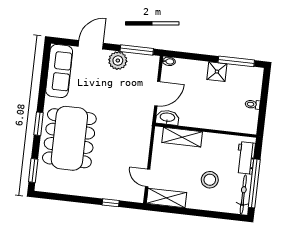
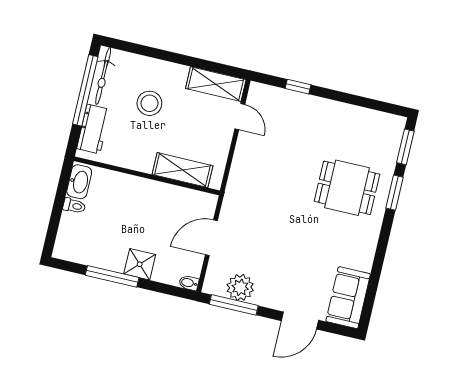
plant: (118, 61) -> (240, 287), moved
window: (236, 61) -> (112, 276), moved
sofa: (59, 71) -> (348, 298), width x0.73
shower: (217, 72) -> (140, 264), moved
washbasin: (167, 118) -> (79, 182), moved, turned -90
window: (39, 124) -> (395, 193), moved
dining table: (69, 138) -> (347, 188), width x0.53, depth x0.80

